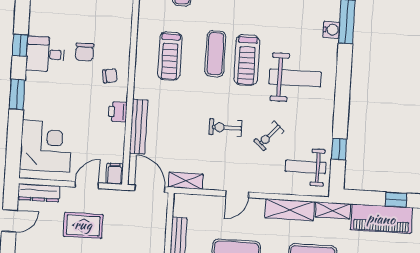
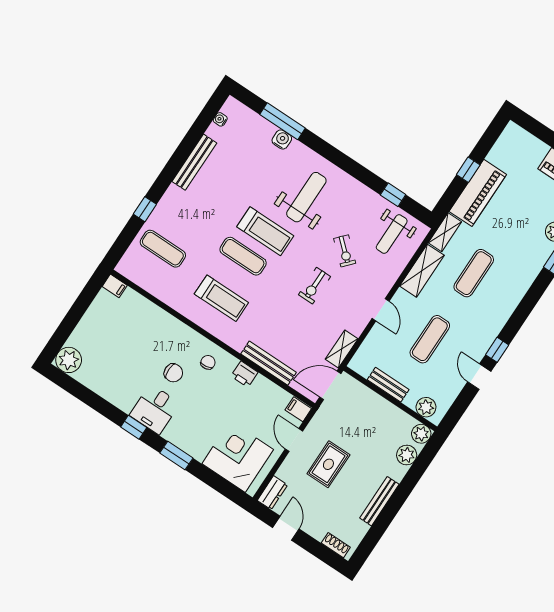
dresser: (39, 193) -> (272, 493), width x0.70

